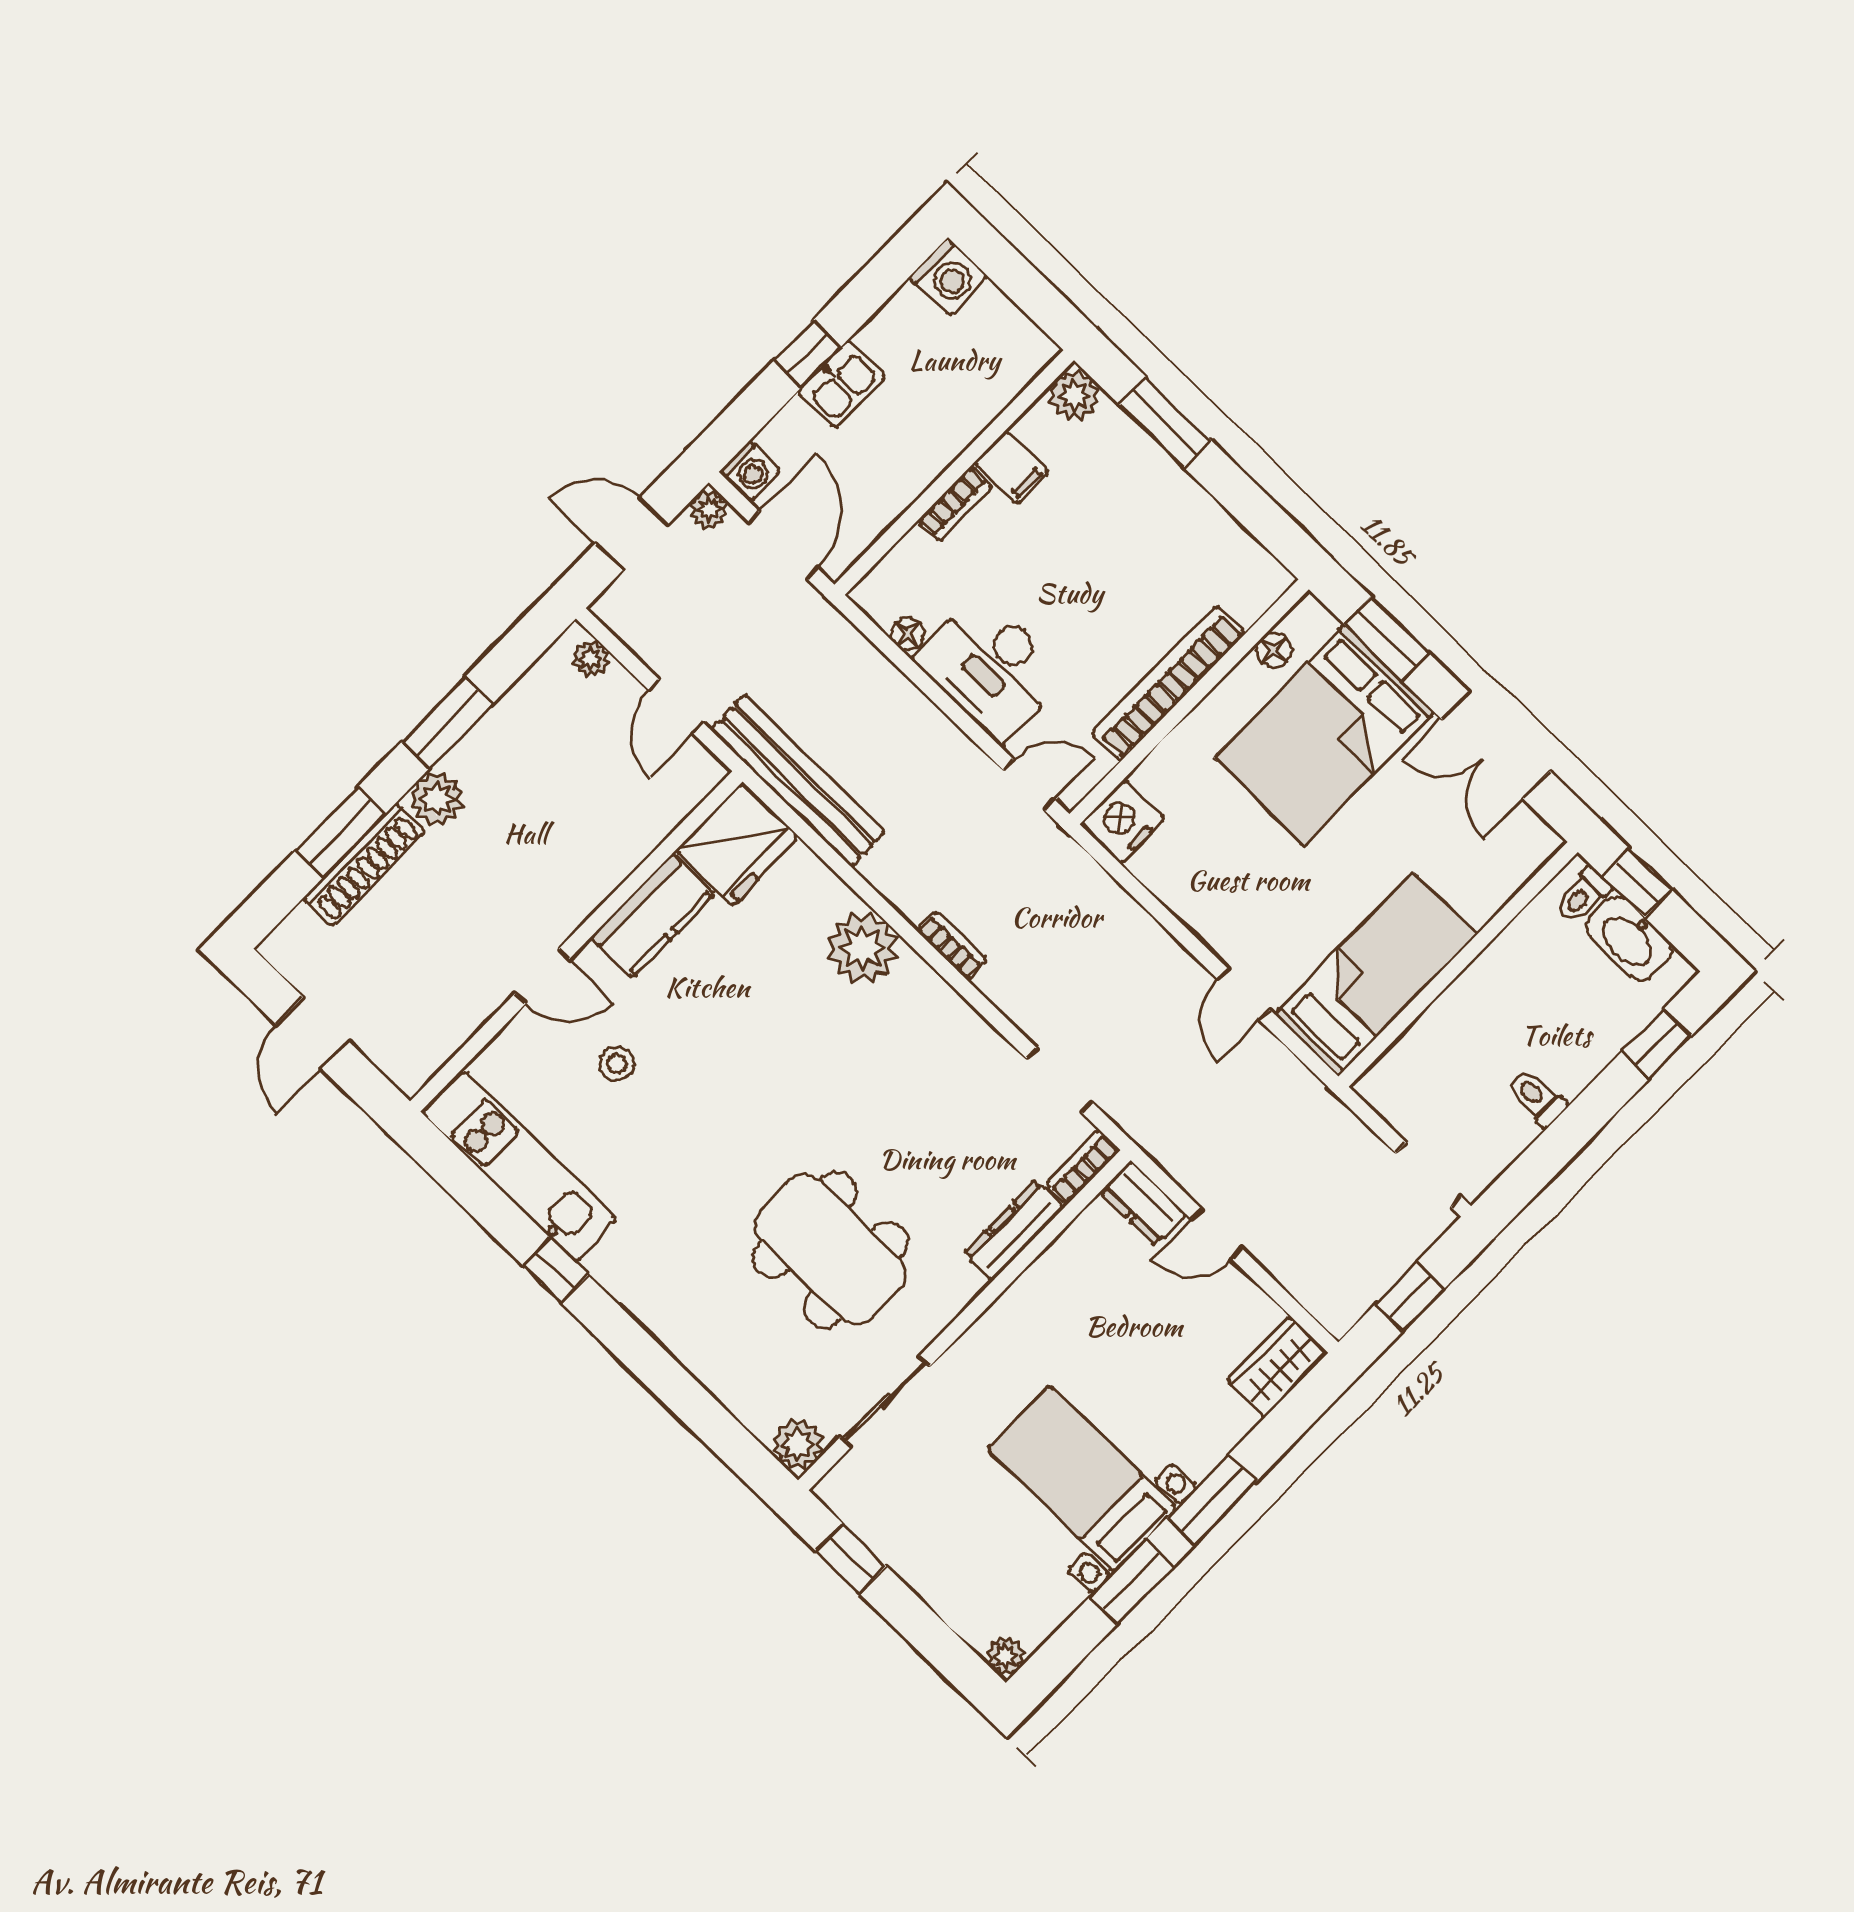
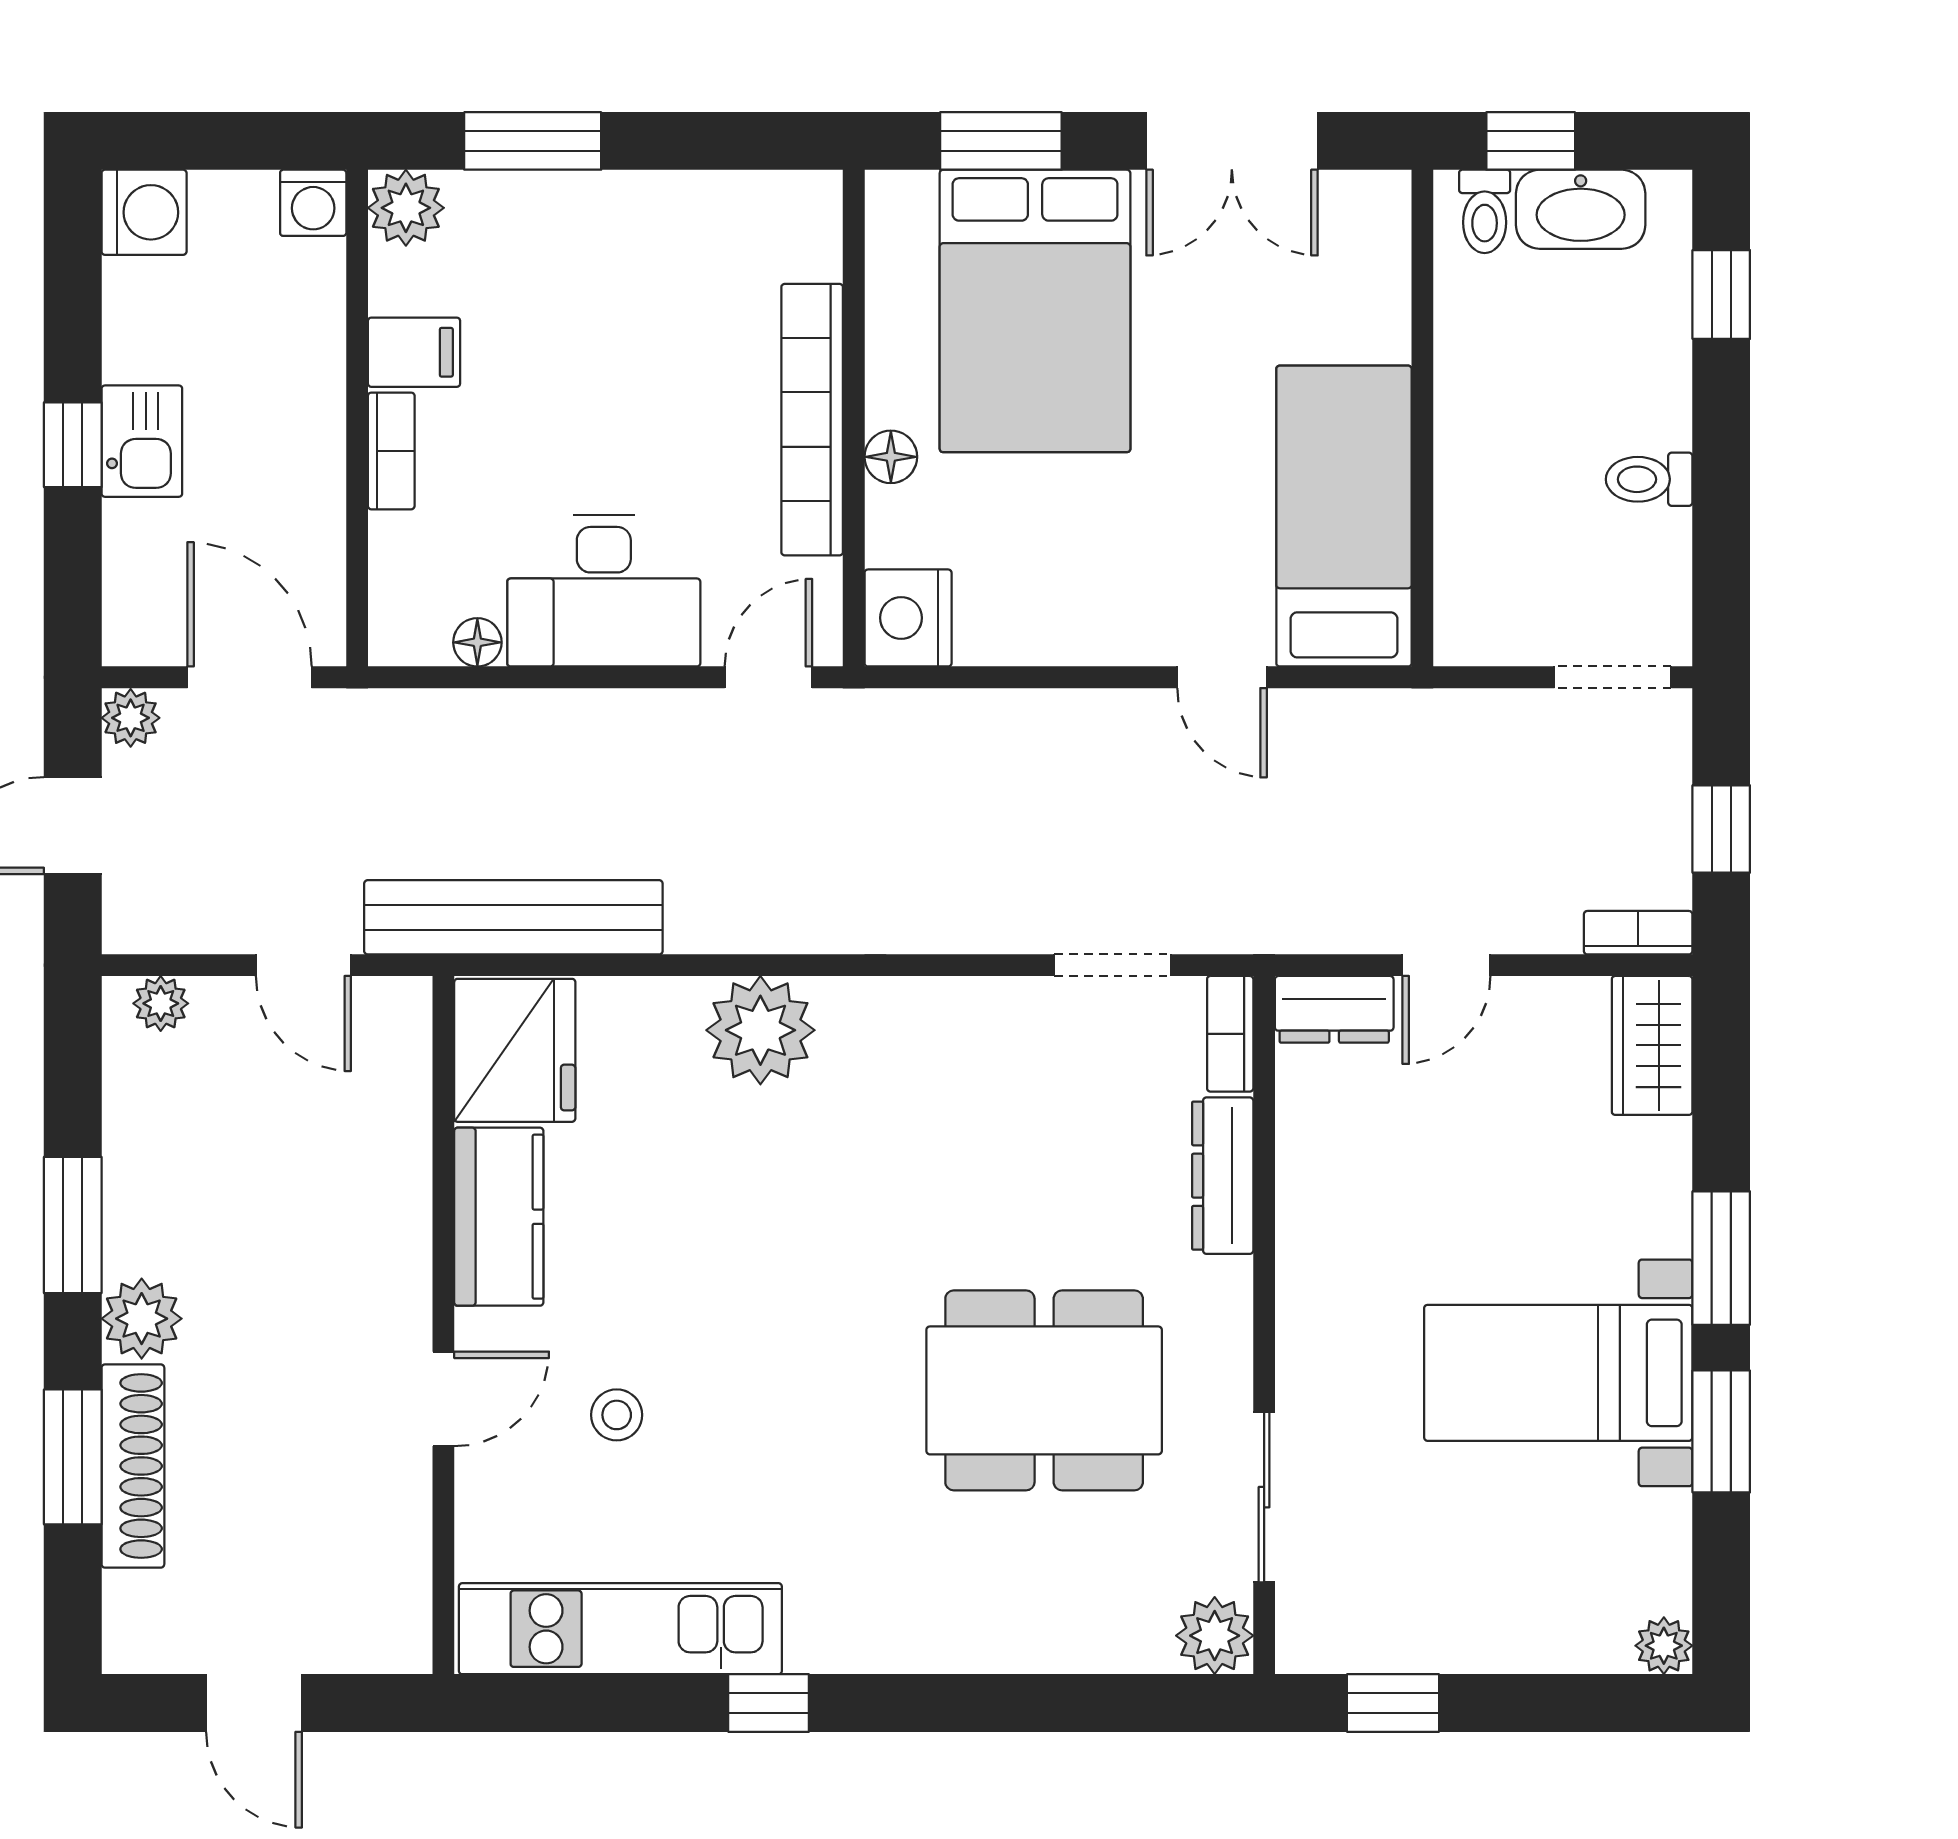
washing machine: (750, 471) -> (313, 203), moved, turned 90
floor lamp: (1274, 650) -> (891, 457), moved
bookcase: (952, 945) -> (1638, 933), moved

